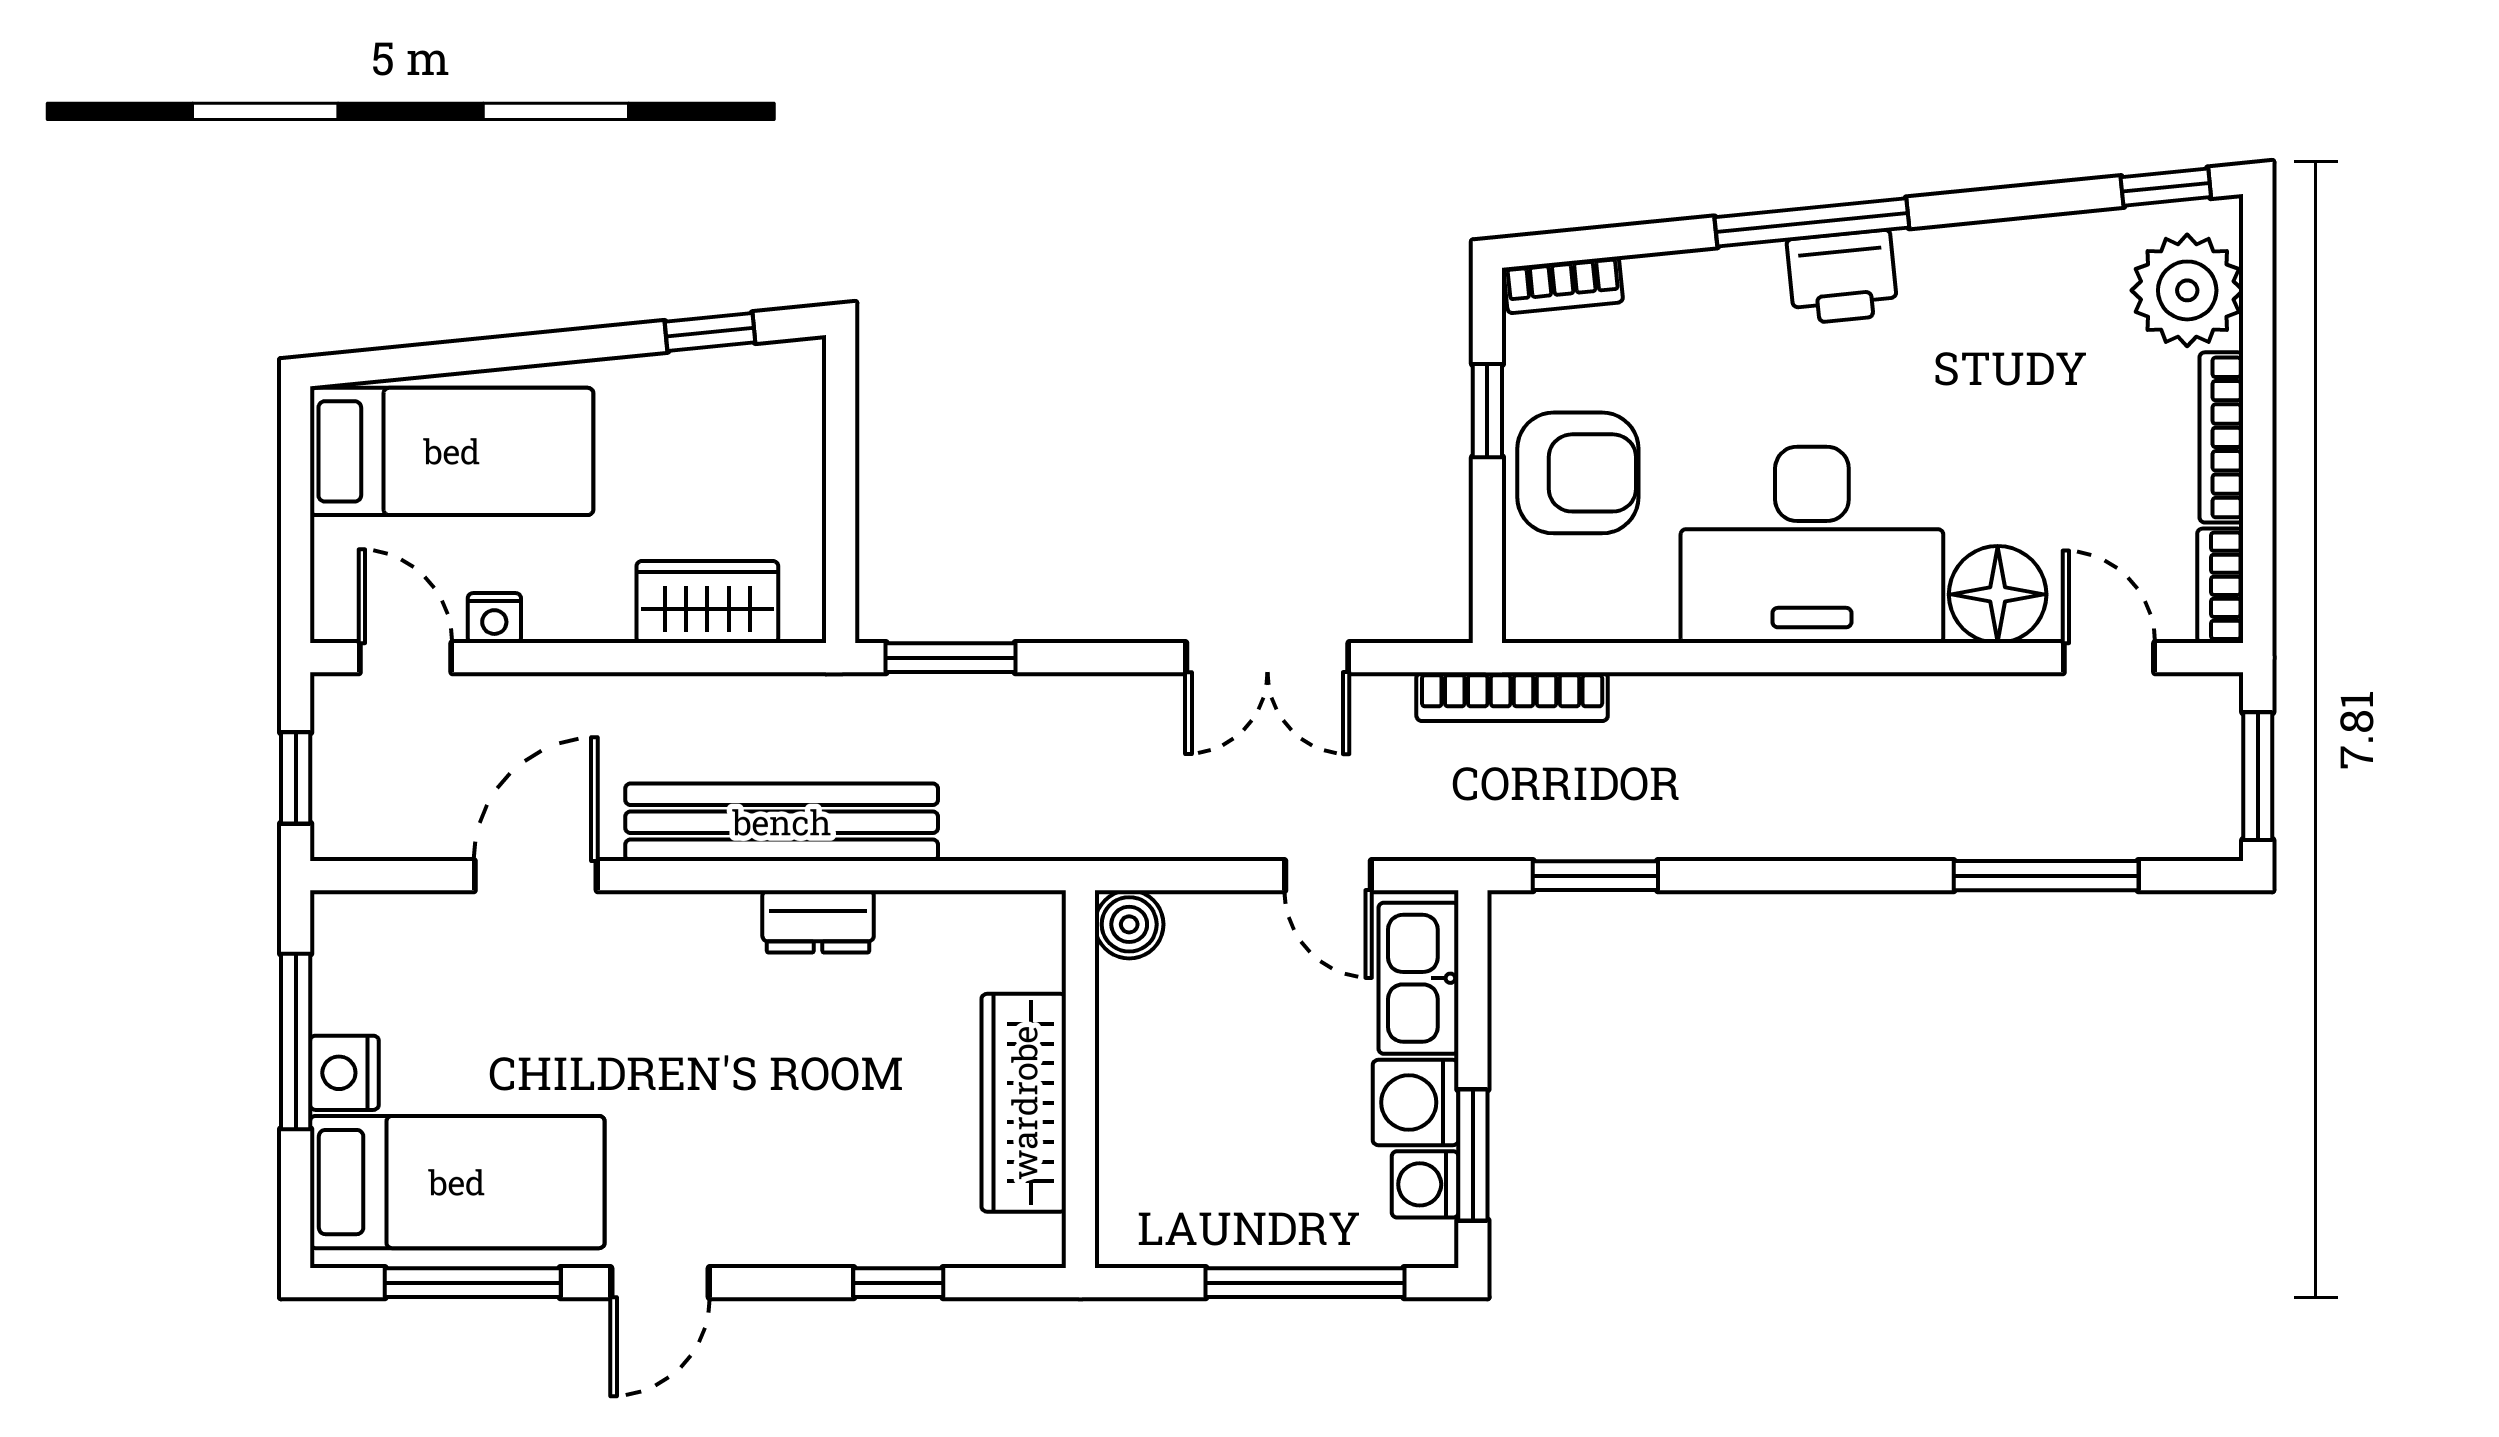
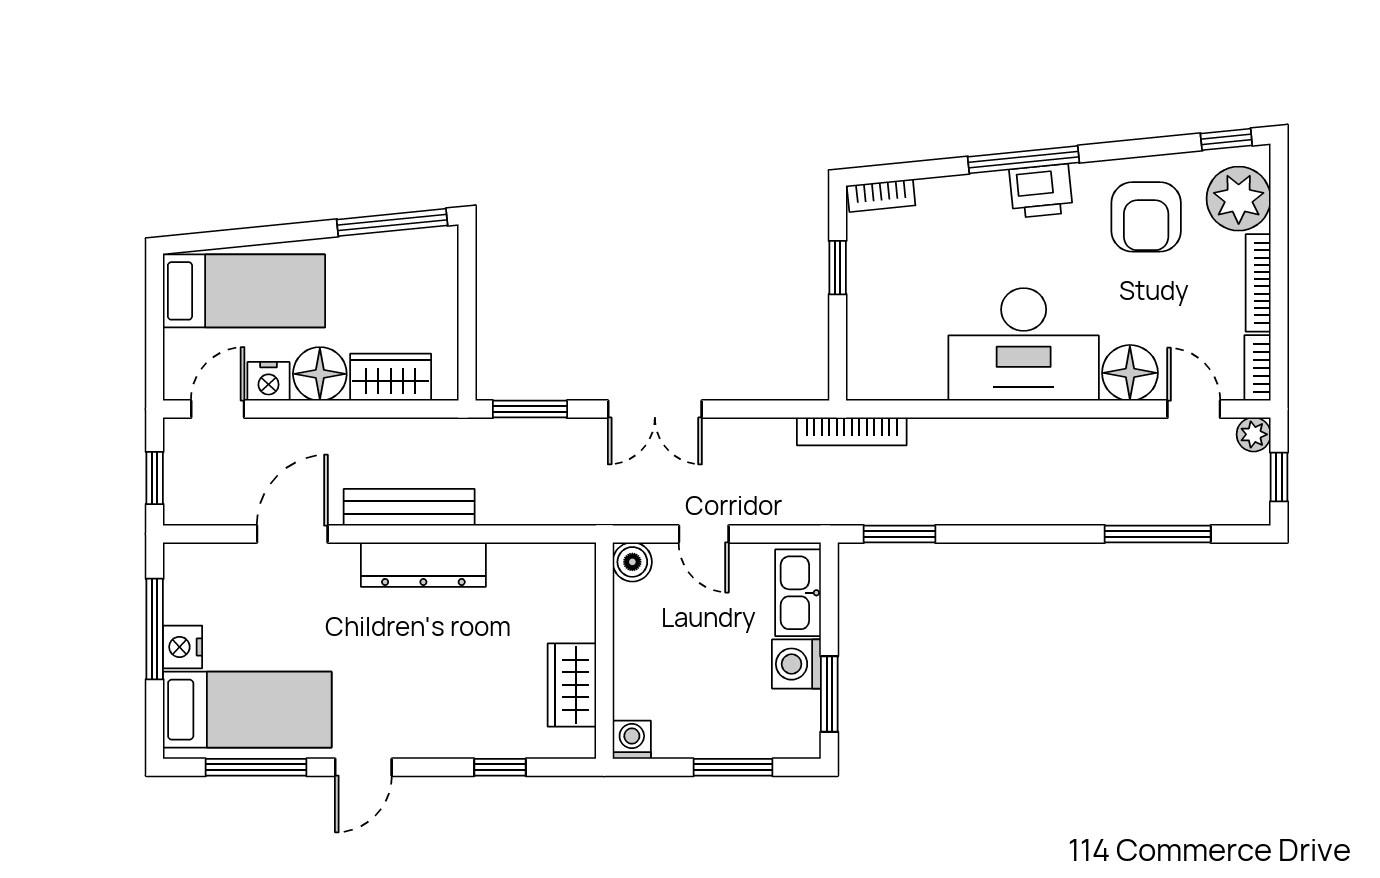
window: (710, 332) -> (392, 222), width x2.17
armchair: (1578, 473) -> (1146, 217), moved, turned 90
floor lamp: (584, 596) -> (320, 374), added
nightstand: (494, 618) -> (269, 381), width x1.39, depth x1.35
door: (406, 658) -> (218, 409), hinge flipped
double door: (1267, 658) -> (655, 409), moved
plant: (2213, 702) -> (1254, 434), added
window: (2258, 776) -> (1279, 477), width x0.67
bench: (782, 822) -> (409, 507), width x0.73, depth x0.82
door: (1328, 876) -> (704, 534), moved
dresser: (818, 921) -> (423, 565), width x1.96, depth x1.24
wardrobe: (1024, 1103) -> (572, 685), width x0.67
washing machine: (1425, 1184) -> (632, 740), moved, turned 90
window: (1305, 1283) -> (733, 767), width x0.69

